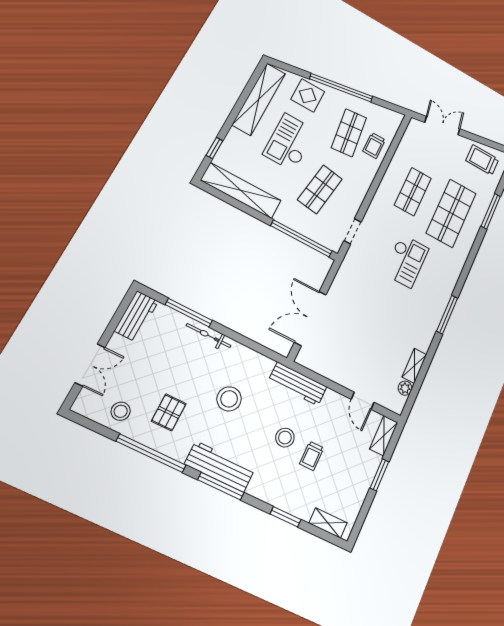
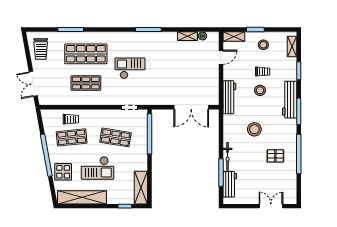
shelving: (241, 191) -> (141, 188), width x0.68
workbench: (136, 316) -> (230, 184), moved, turned 90
stool: (121, 411) -> (263, 45), moved
workbench: (220, 467) -> (290, 100), moved

